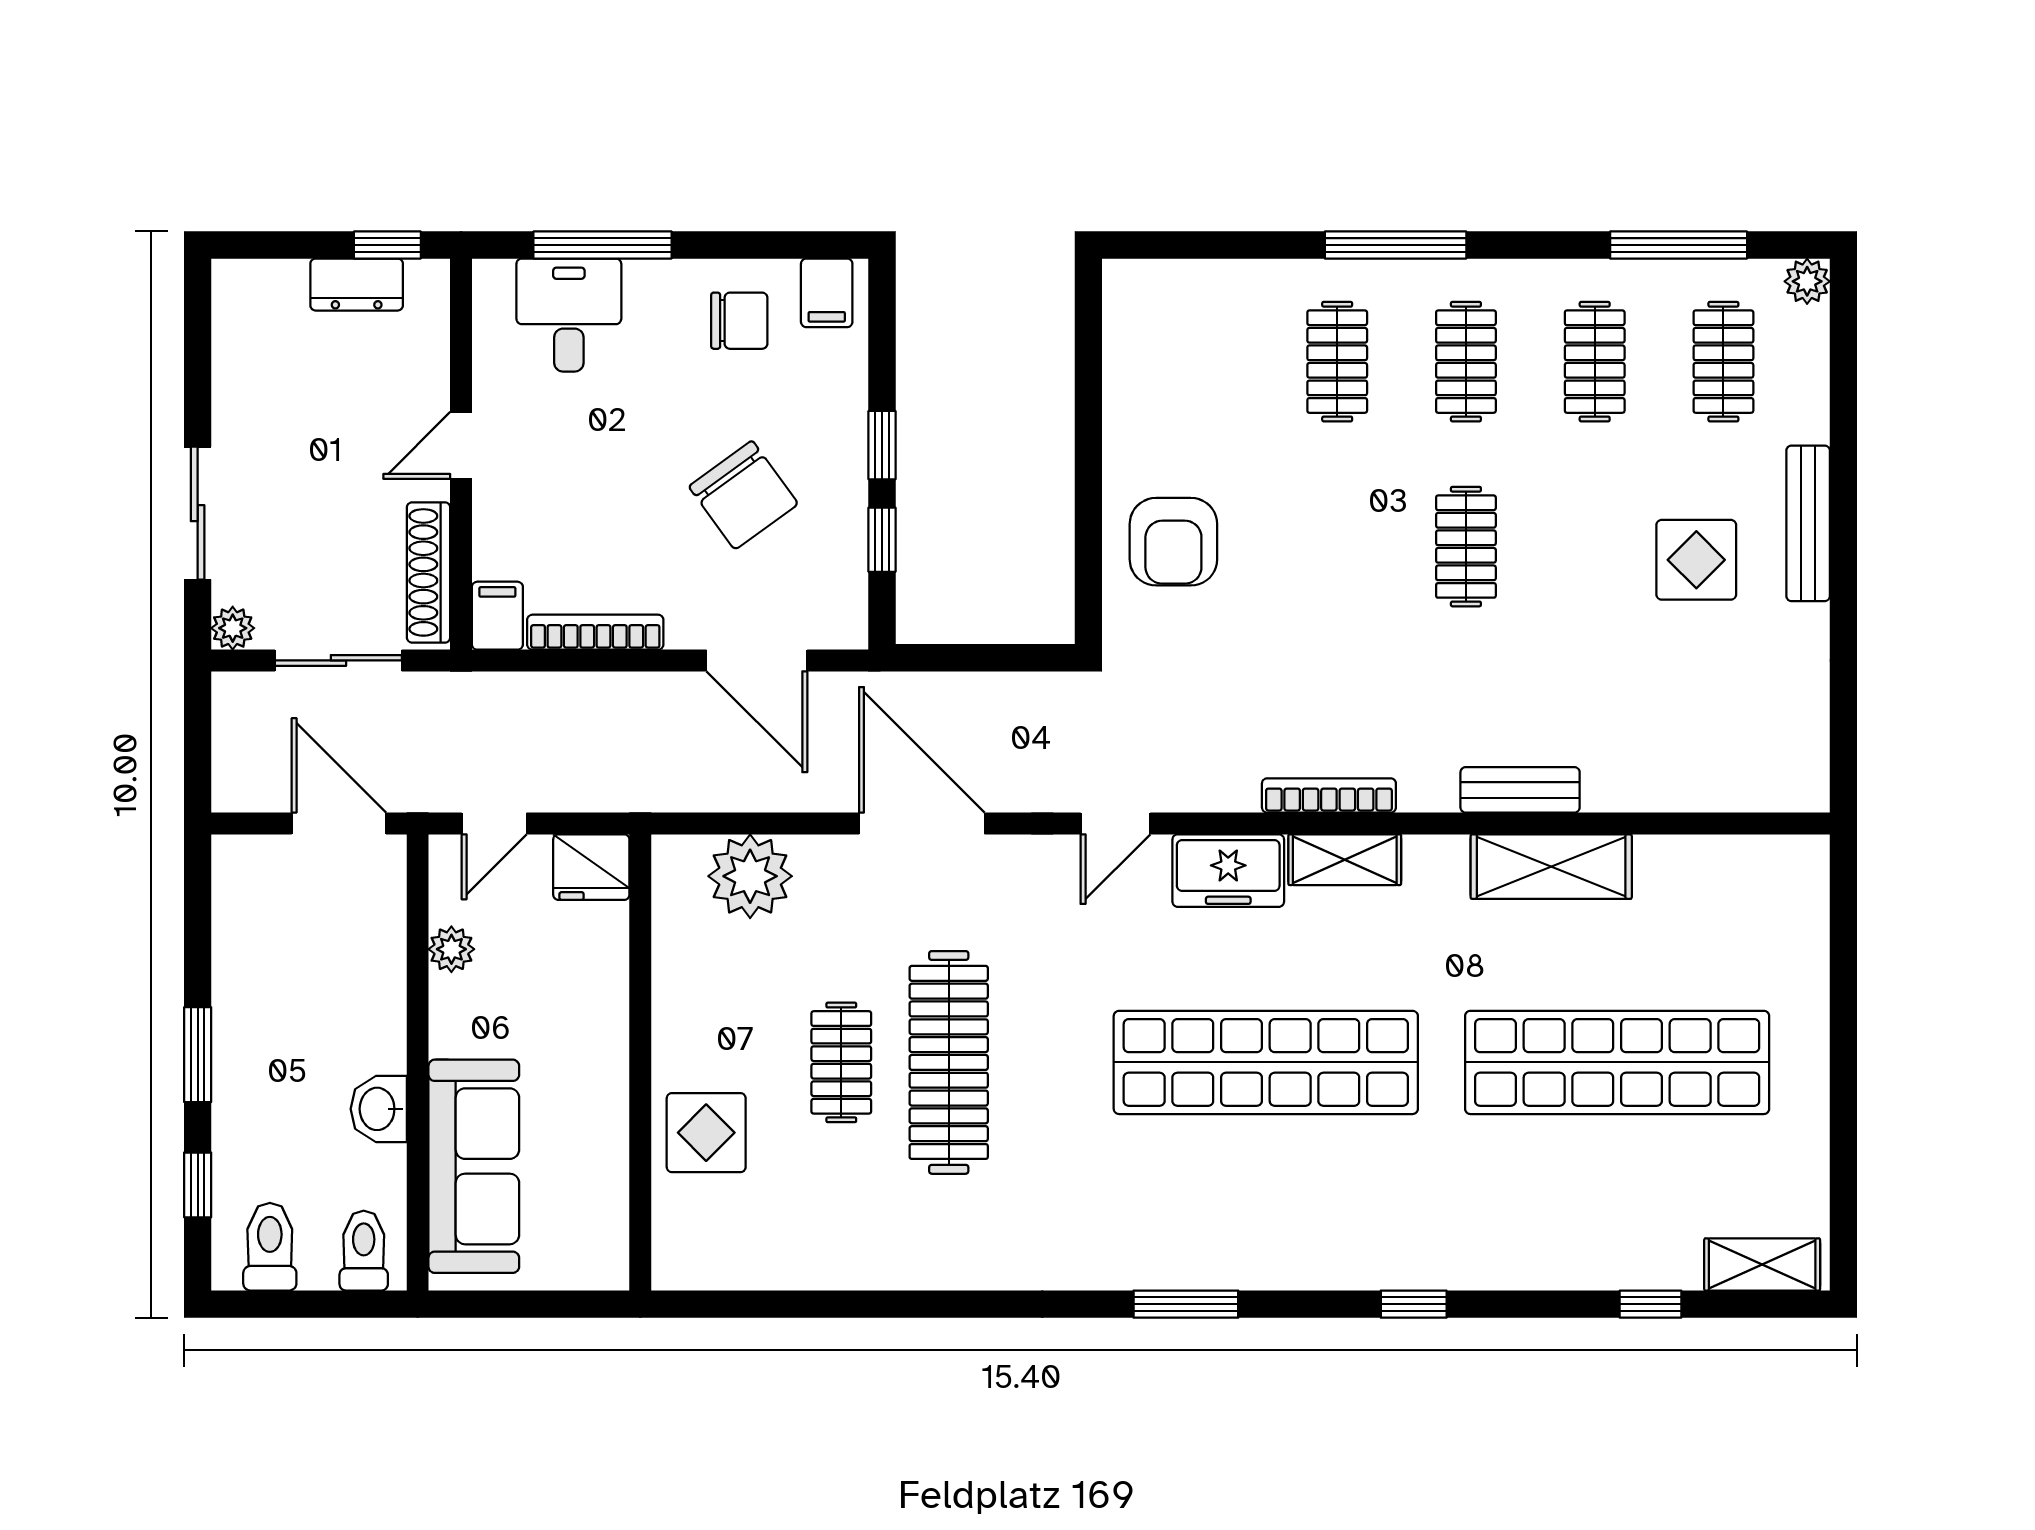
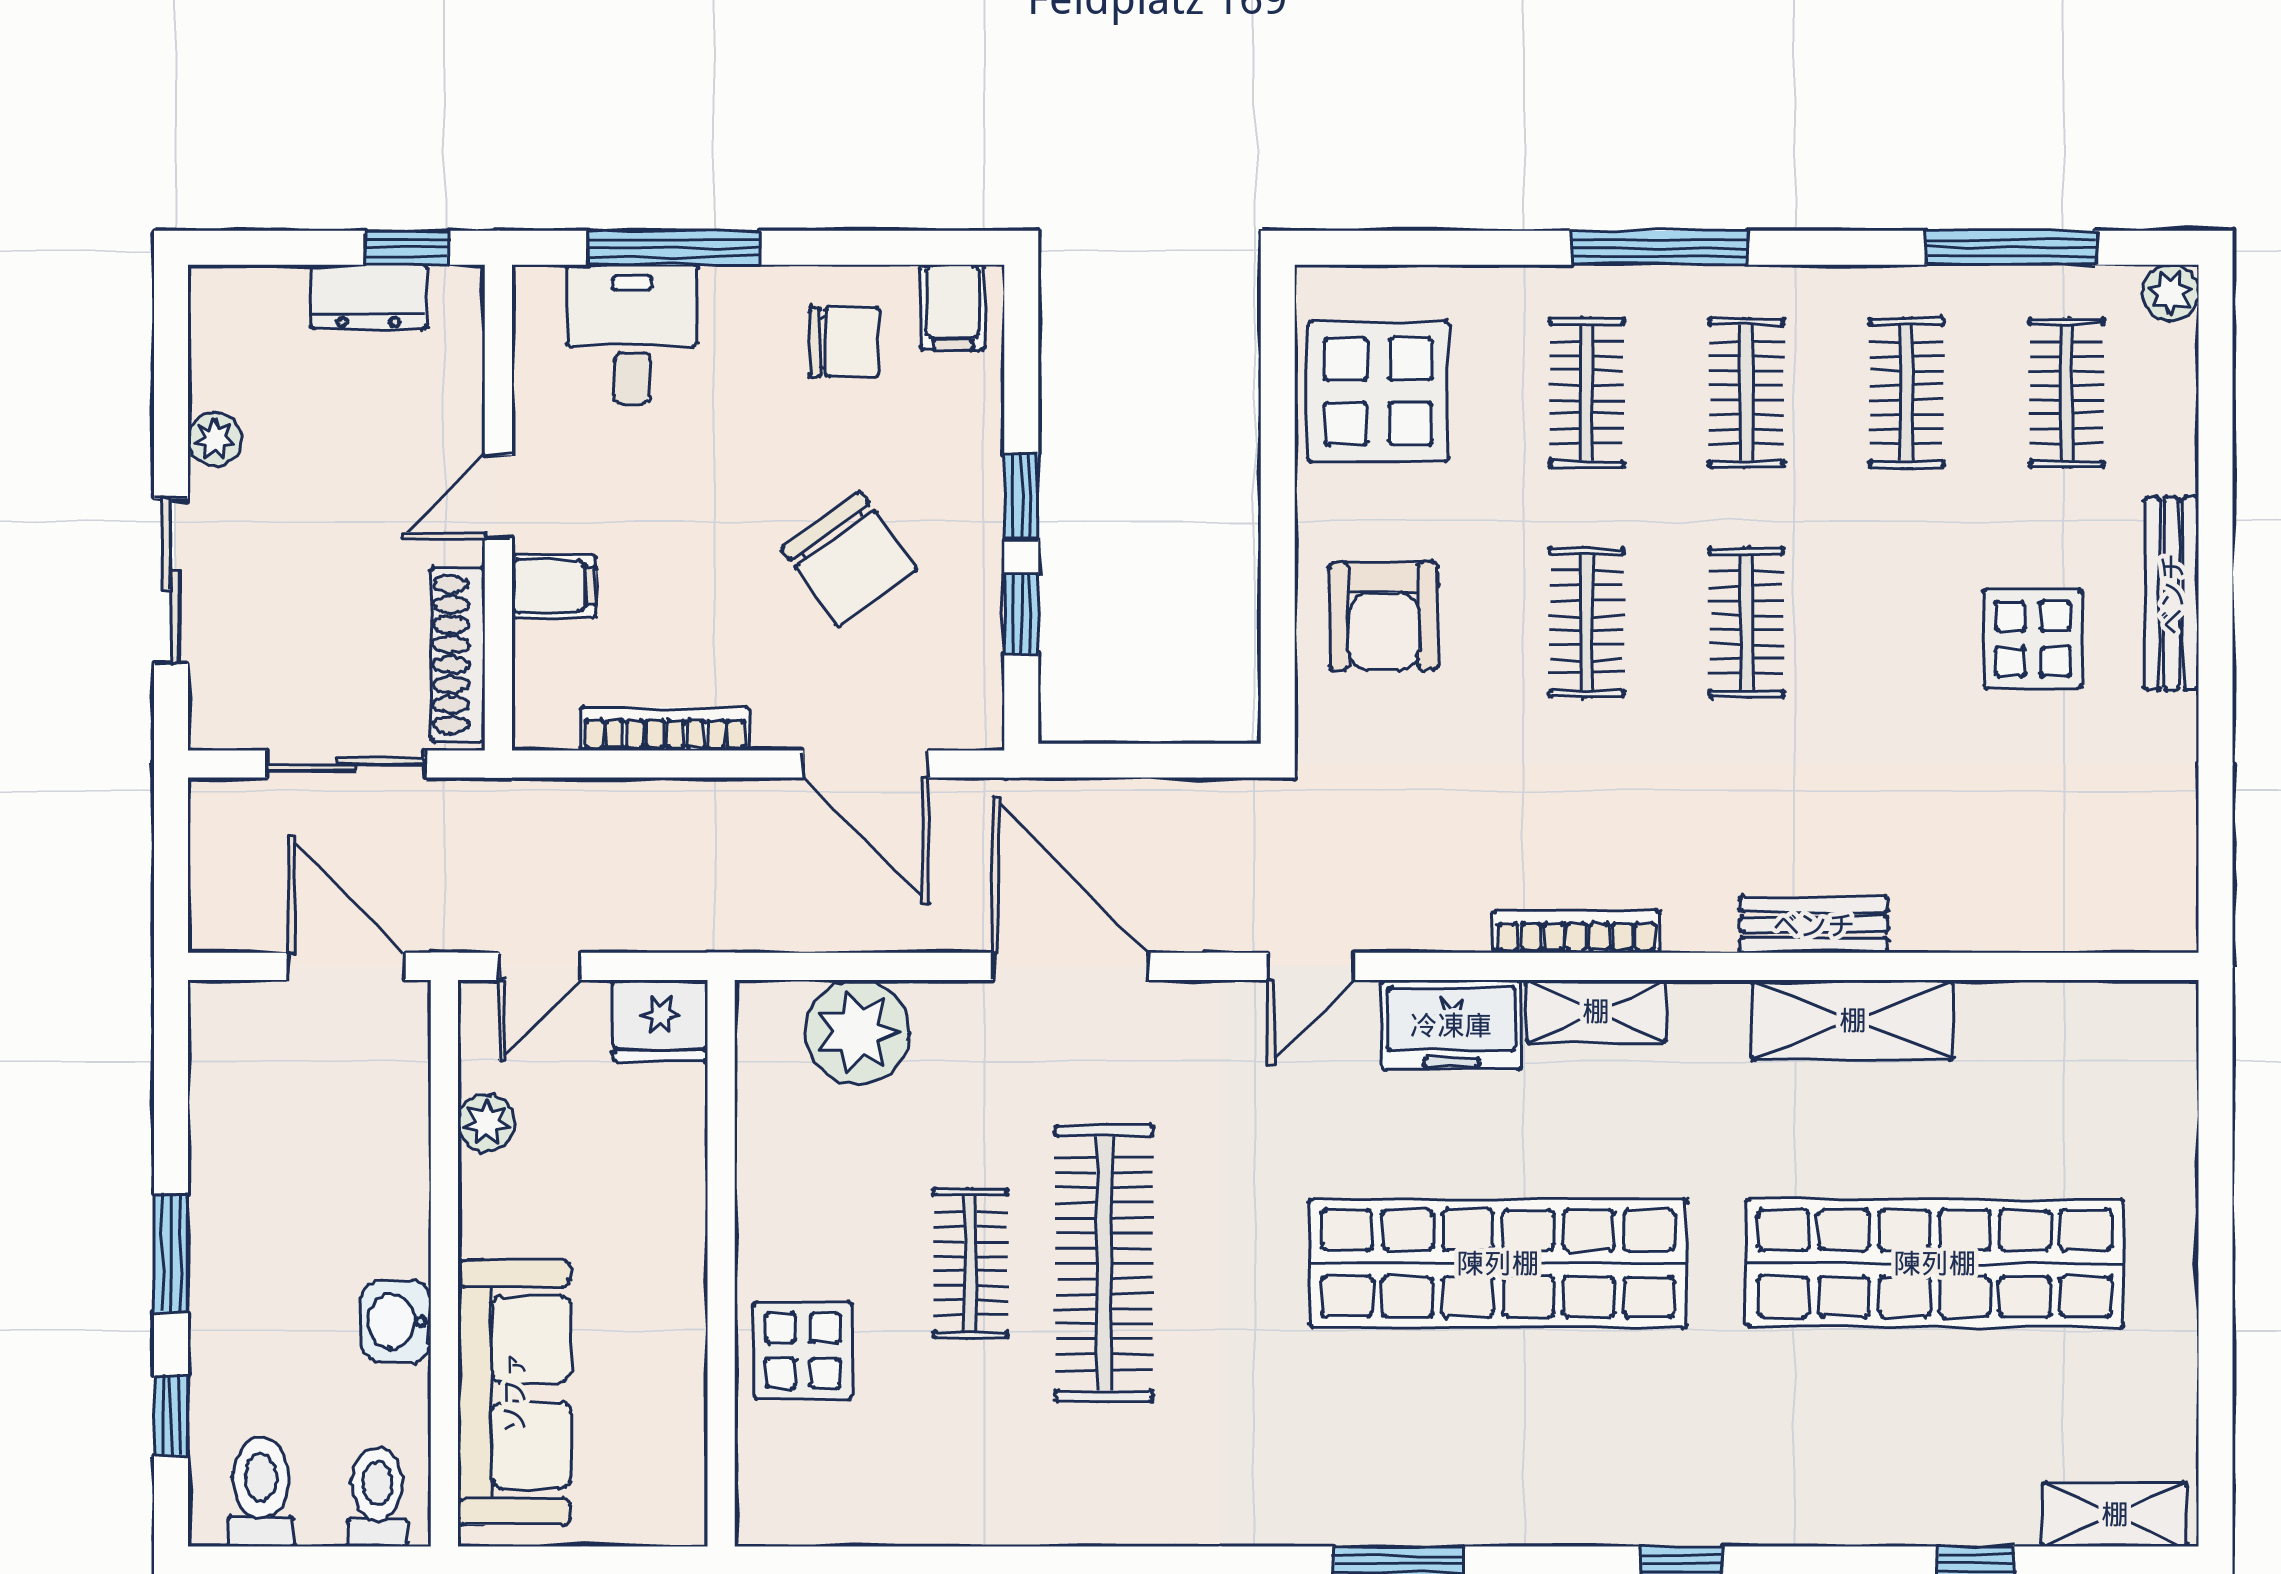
display table: (1169, 361) -> (1378, 391), added
clothes rail: (1337, 547) -> (1587, 622), added
filing cabinet: (497, 616) -> (554, 586), moved, turned 90
plant: (233, 628) -> (215, 439), moved

